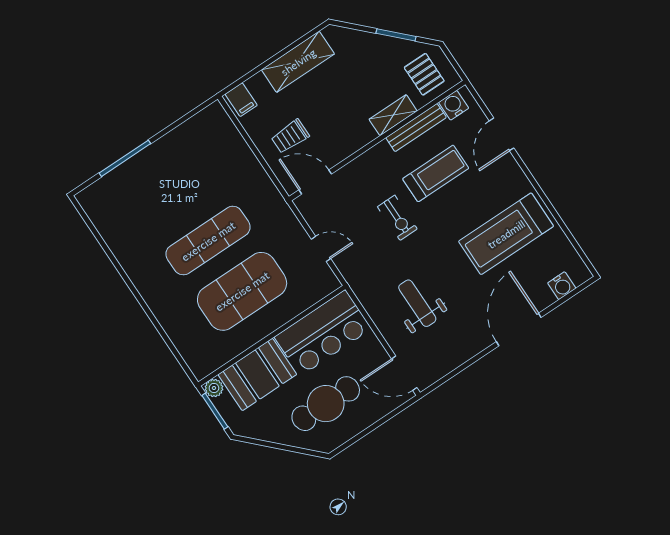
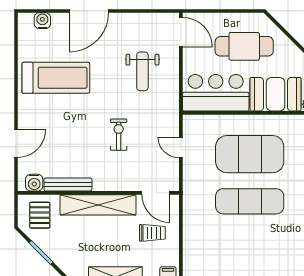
shelving: (393, 115) -> (98, 205), width x2.20, depth x1.33
treadmill: (436, 173) -> (75, 147), removed

